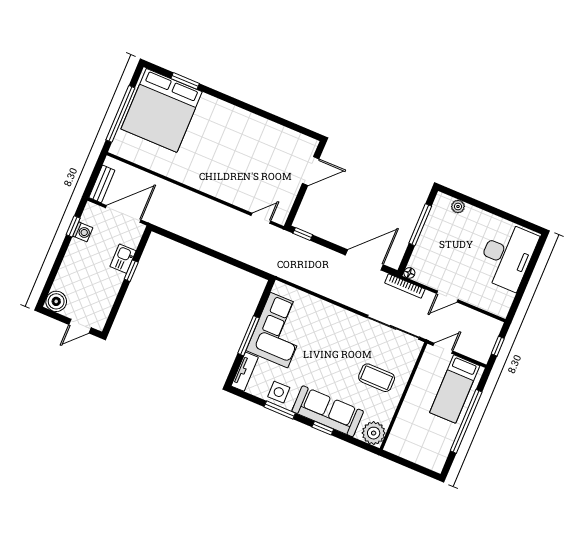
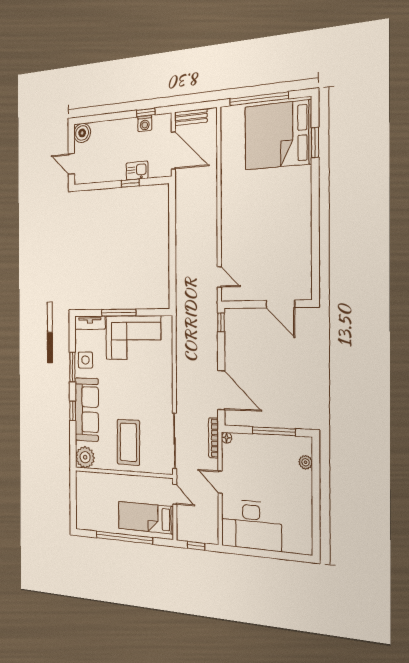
desk: (507, 256) -> (251, 525), moved
coffee table: (377, 378) -> (128, 442), width x1.36, depth x1.32

